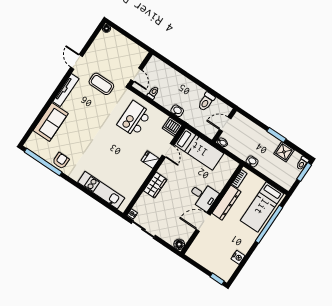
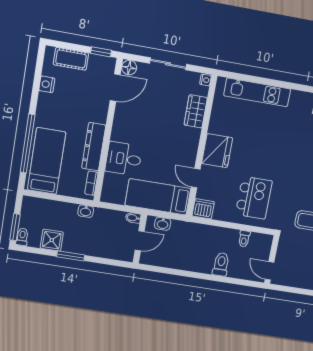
door: (136, 75) -> (270, 271), moved
toilet: (206, 102) -> (221, 264), moved
washbasin: (177, 111) -> (163, 224), moved
fridge: (150, 160) -> (217, 151), width x1.88, depth x1.34
wardrobe: (155, 185) -> (196, 111), moved
desk: (203, 196) -> (124, 159), moved
door: (203, 222) -> (115, 88), moved
sliding door: (143, 229) -> (168, 64), moved
cot: (215, 267) -> (71, 59), added
window: (217, 279) -> (101, 52), moved

